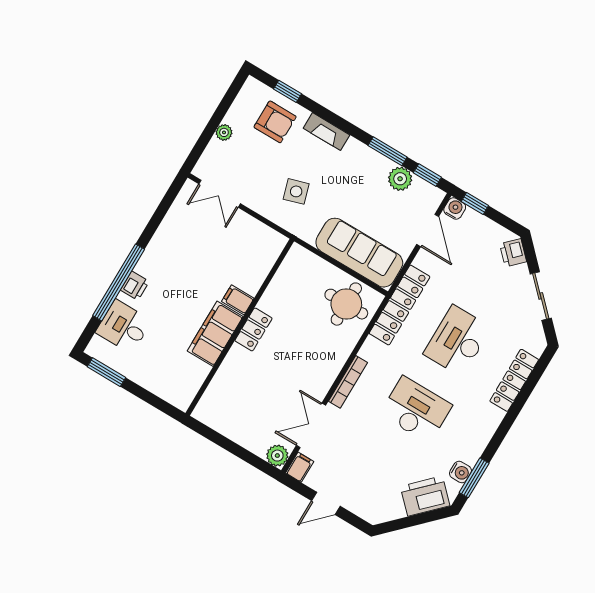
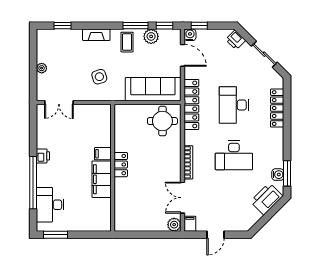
armchair: (275, 122) -> (66, 46), removed
coffee table: (363, 167) -> (127, 42), added
printer: (135, 286) -> (43, 156), moved
desk: (124, 327) -> (50, 205), width x1.37
desk: (416, 410) -> (234, 155), turned 180

